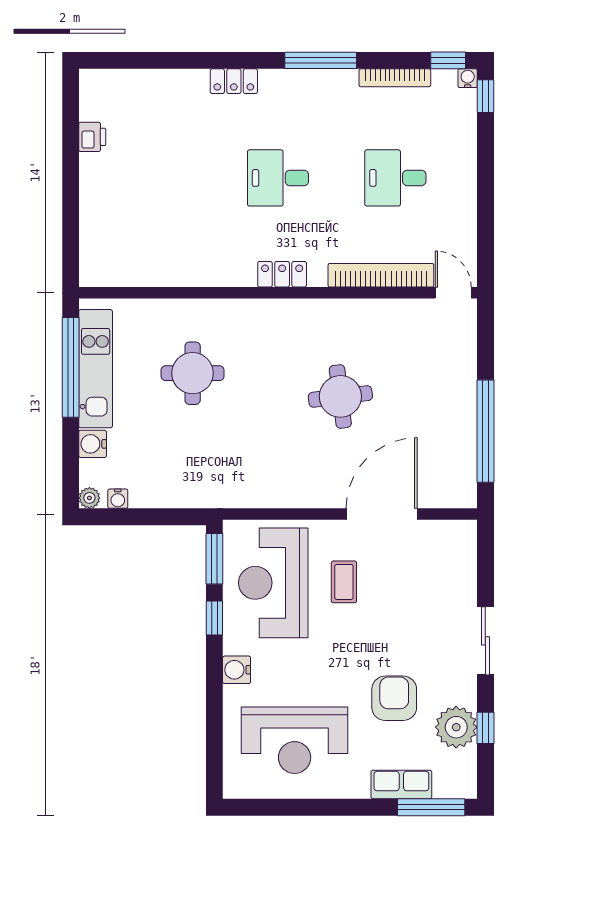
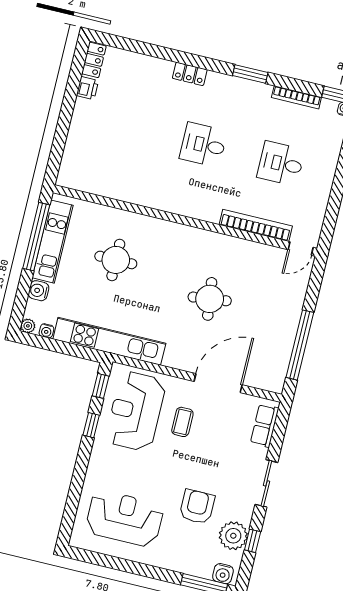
window: (321, 60) -> (250, 74), width x0.69
locker: (282, 274) -> (94, 60), moved, turned 90
door: (453, 293) -> (301, 249), swing flipped
kitchen unit: (211, 492) -> (109, 341), added
window: (214, 559) -> (101, 386), width x0.67
water cooler: (237, 670) -> (223, 574), moved, turned -90
reception desk: (295, 740) -> (125, 518), turned 180
row of seats: (401, 785) -> (265, 426), moved, turned -90

